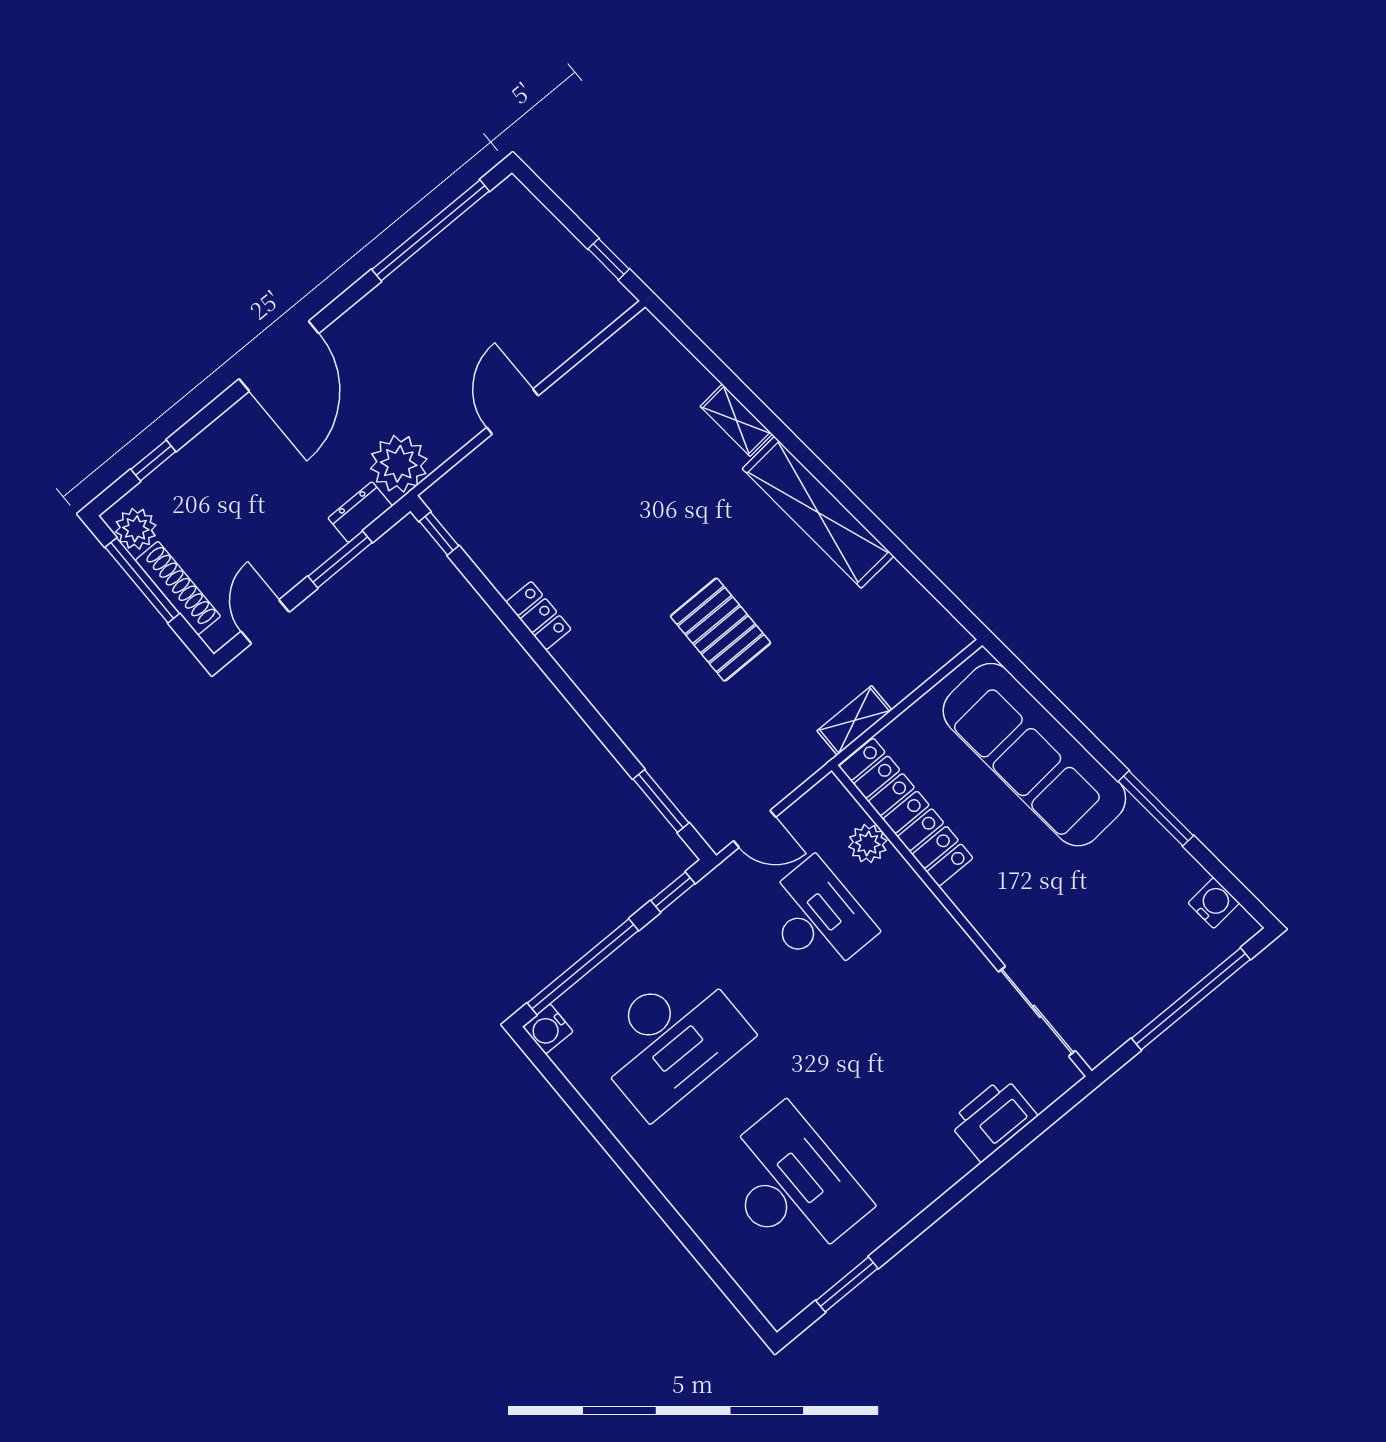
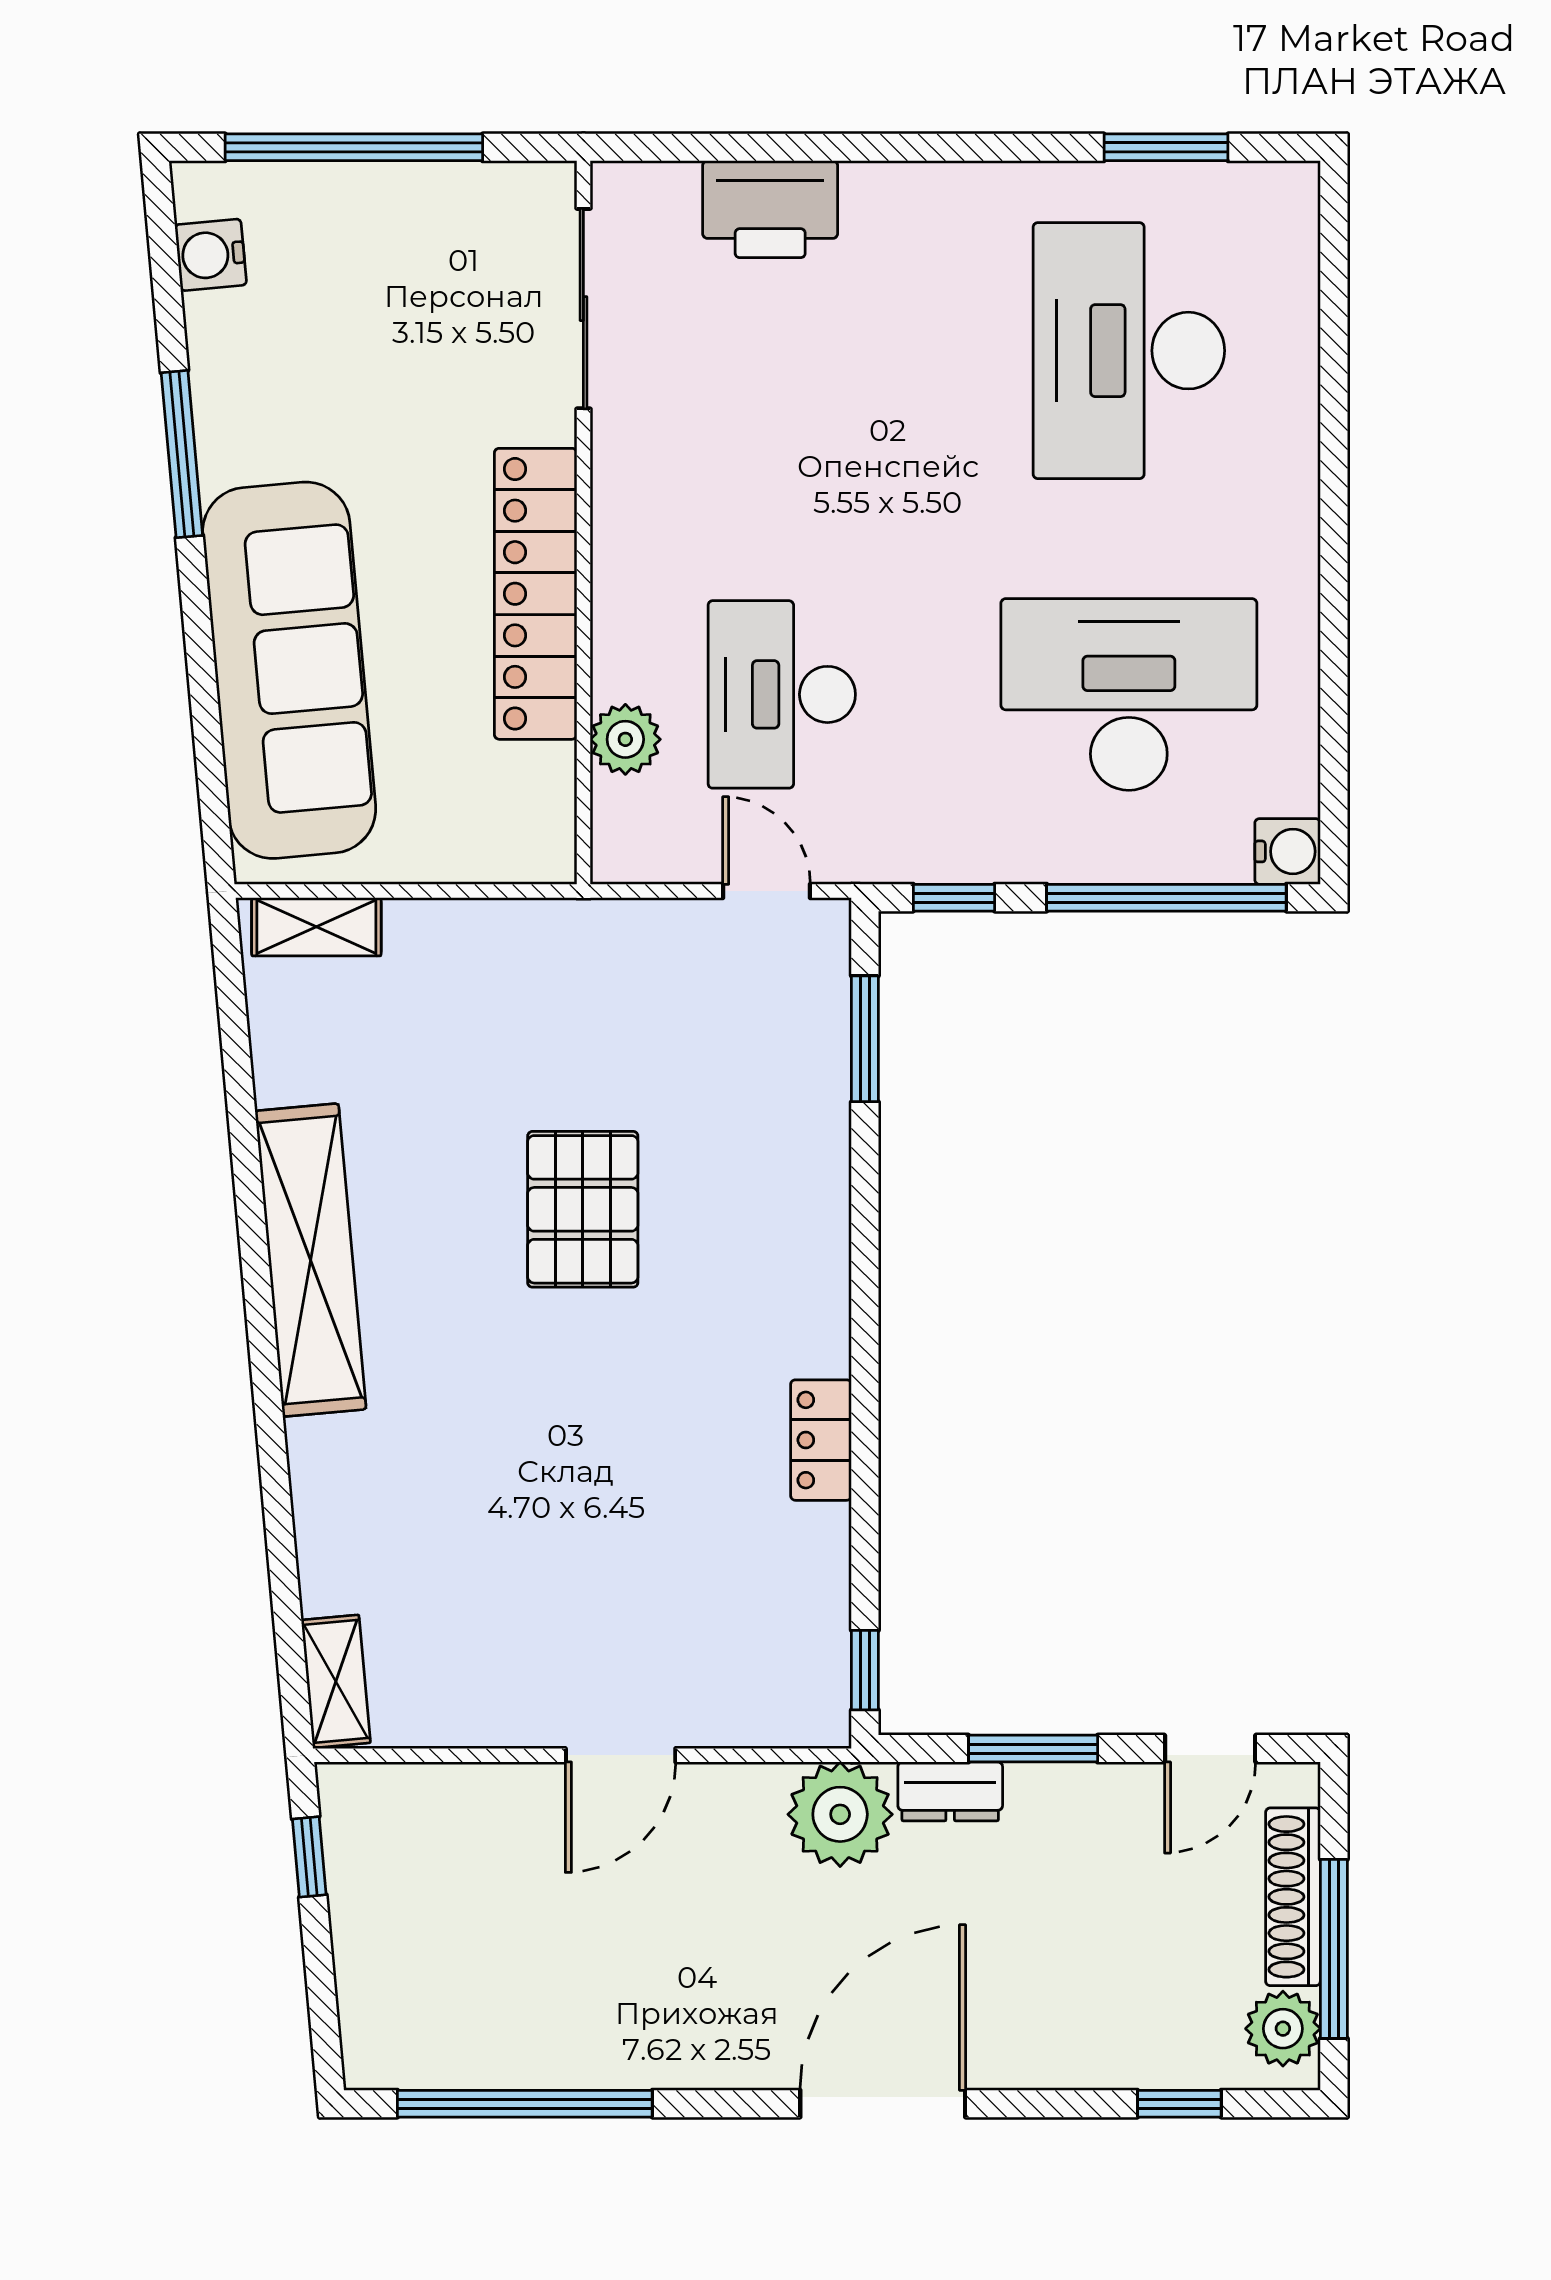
shelving: (736, 420) -> (336, 1681), moved
shelving: (854, 720) -> (316, 927), moved
locker: (906, 812) -> (536, 594), moved

